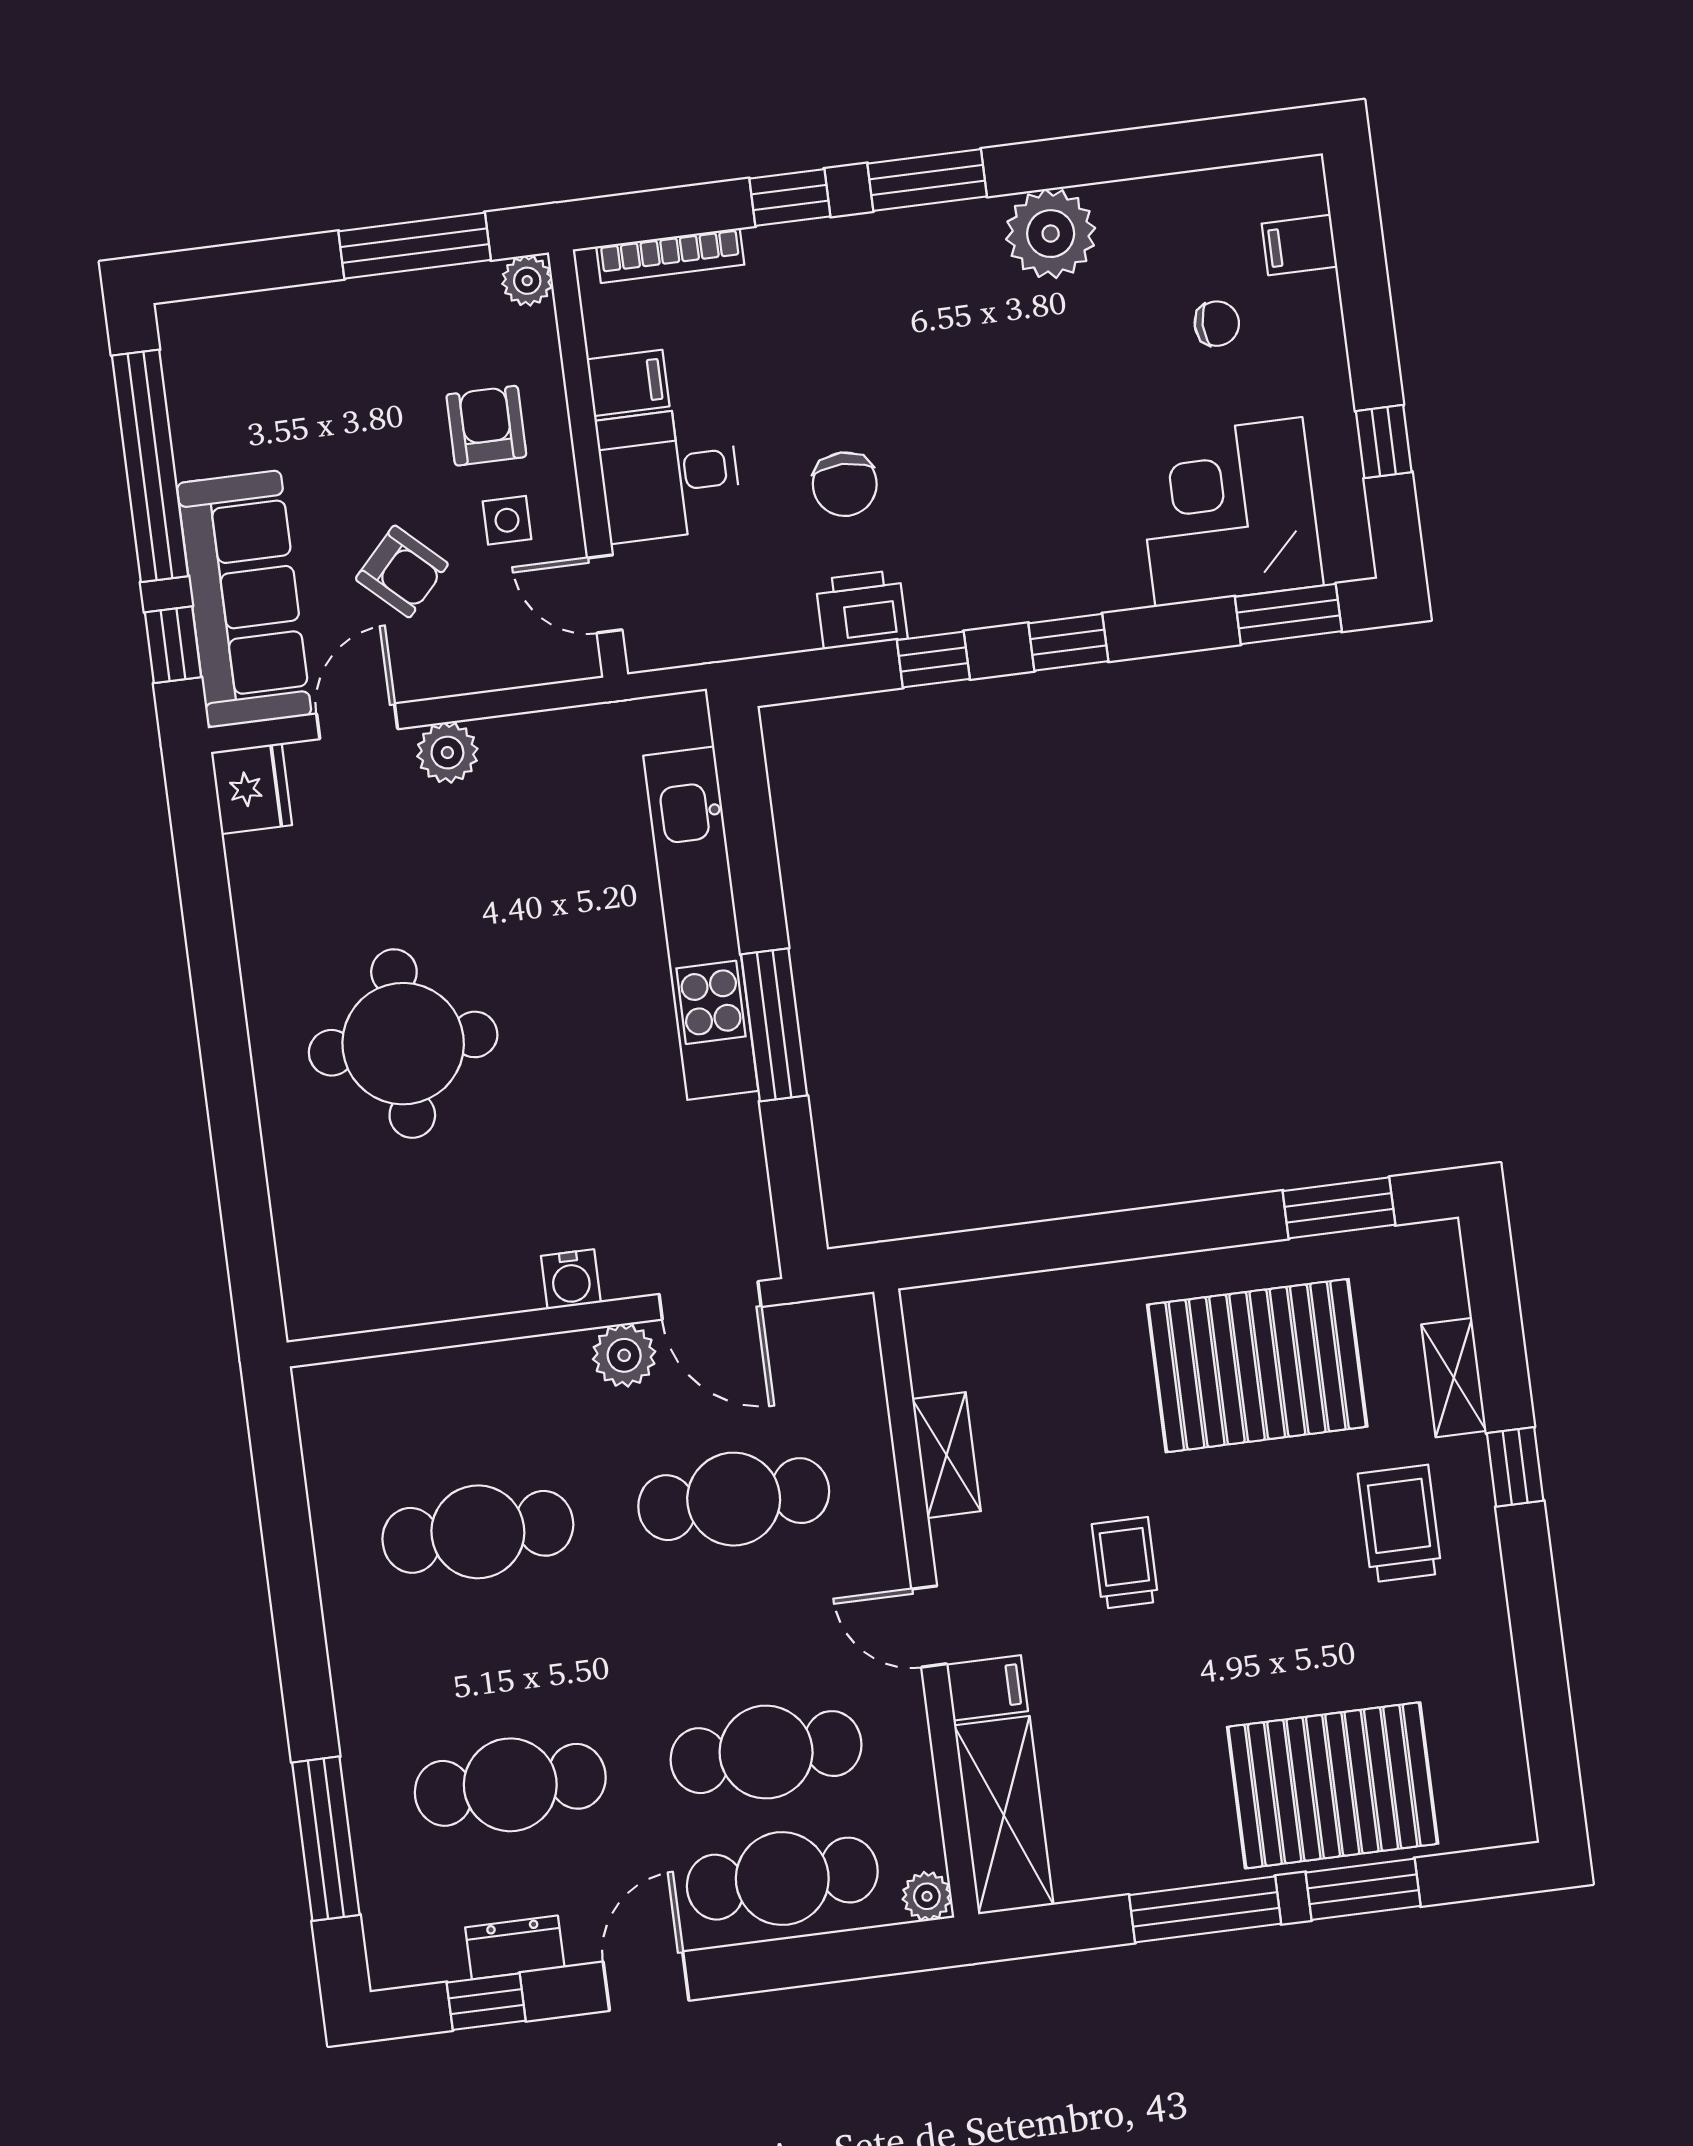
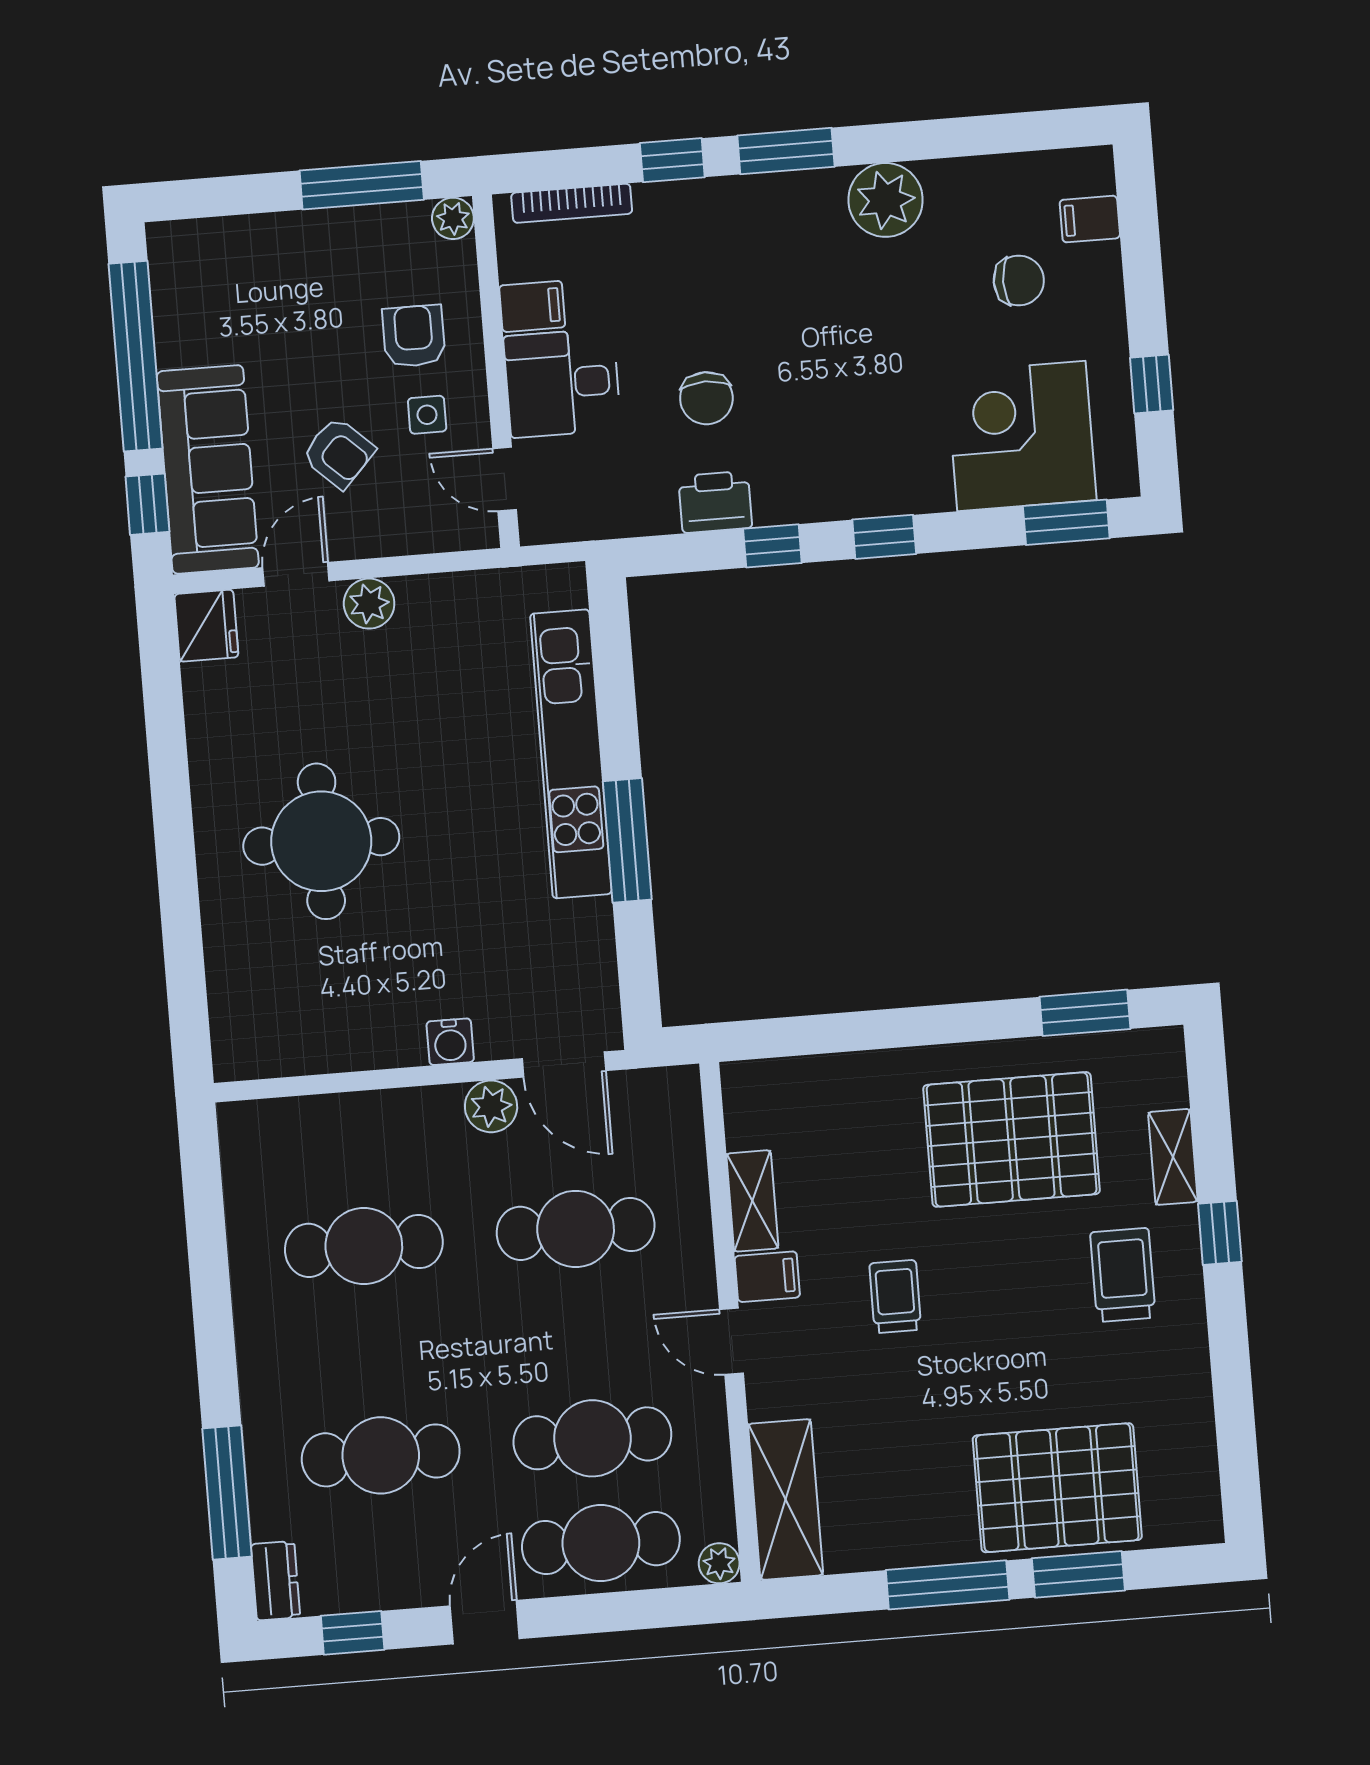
chair: (1217, 324) -> (1019, 281), width x1.37, depth x1.37
filing cabinet: (987, 1688) -> (767, 1277), moved
dresser: (515, 1947) -> (275, 1581), moved, turned 90

